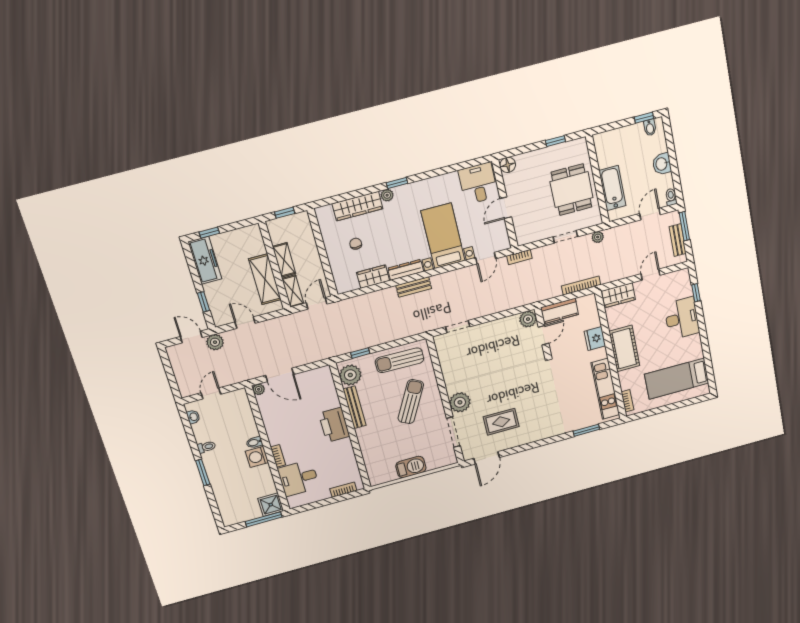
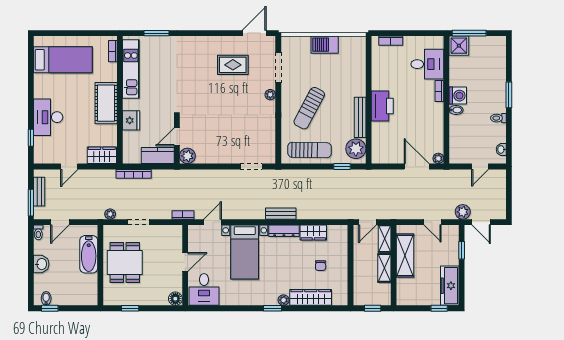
plant: (460, 402) -> (270, 95), width x0.53, depth x0.53

